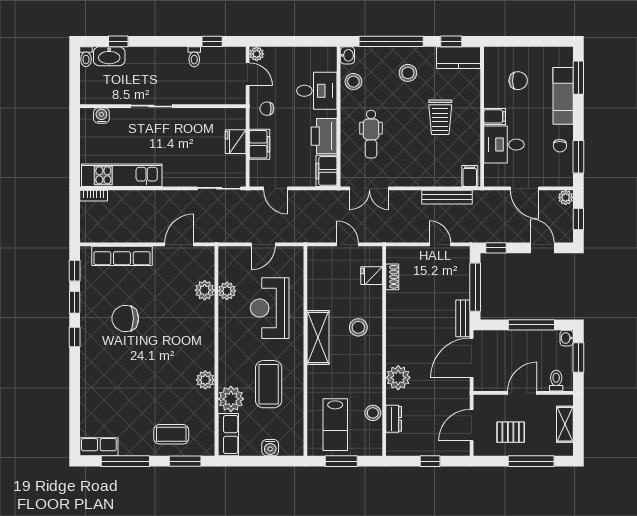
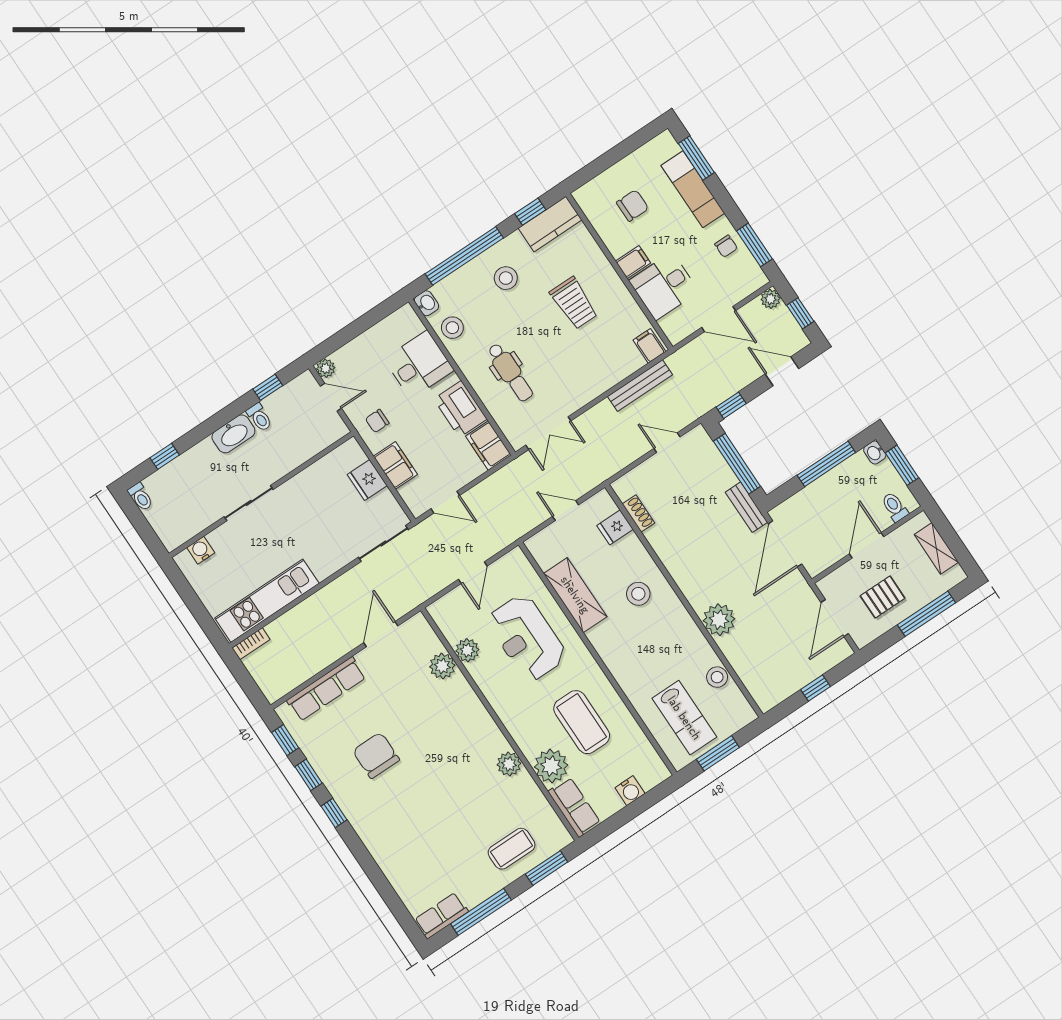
washbasin: (109, 56) -> (233, 434), moved
chair: (125, 318) -> (376, 755), turned 90
shelving: (318, 338) -> (575, 595), moved
dresser: (394, 419) -> (744, 668), removed

